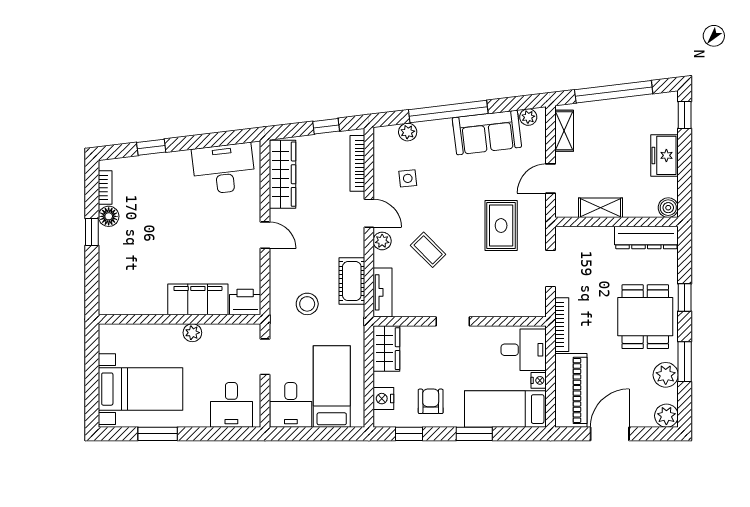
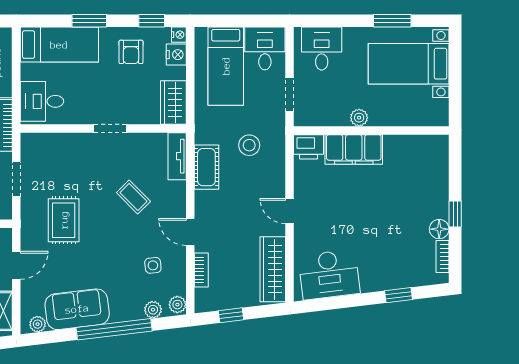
bookcase: (357, 163) -> (201, 270), width x0.64
plant: (382, 241) -> (177, 305), moved
nightstand: (539, 380) -> (179, 35), moved, turned 180

